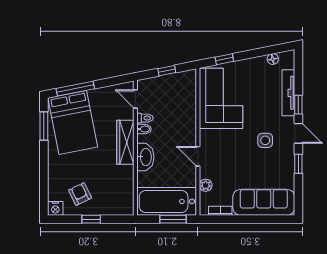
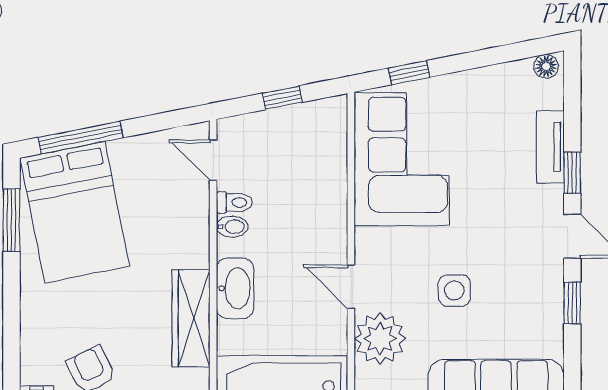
floor lamp: (273, 59) -> (546, 66), moved
tv unit: (288, 93) -> (550, 147), width x0.71
side table: (265, 140) -> (454, 290), moved
wardrobe: (125, 142) -> (191, 318), moved
plant: (206, 185) -> (380, 339), width x1.87, depth x1.87

